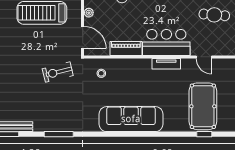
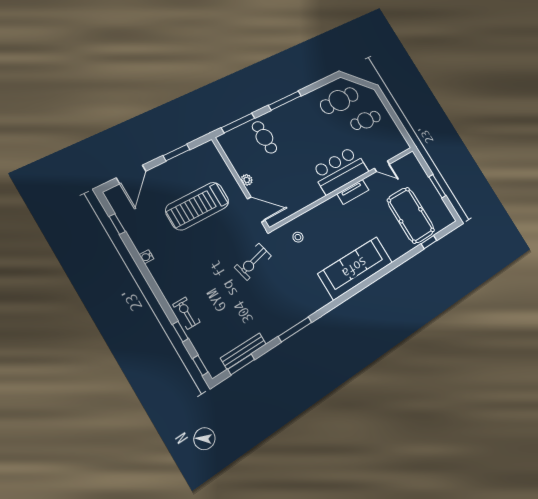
piano: (126, 48) -> (306, 197), removed

